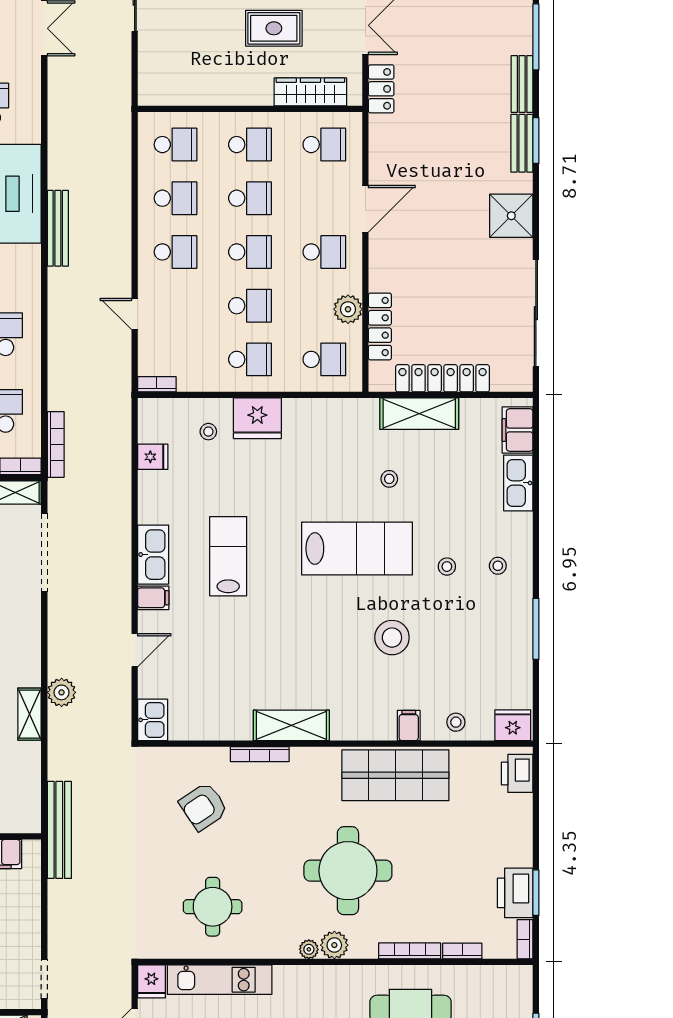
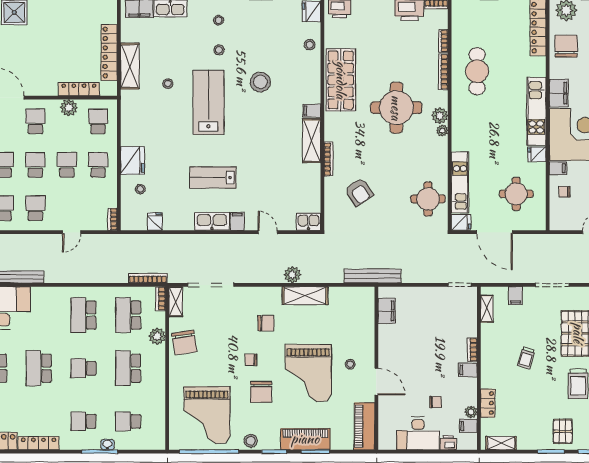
shelving: (30, 714) -> (305, 296), width x1.50, depth x1.33
filing cabinet: (409, 725) -> (312, 111), moved
round table: (213, 907) -> (428, 199), moved

